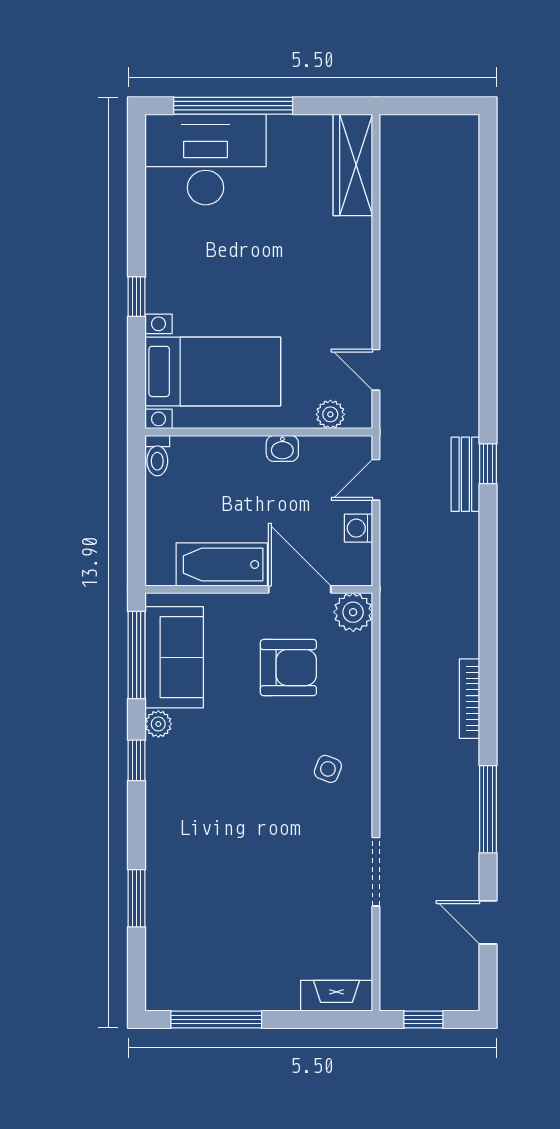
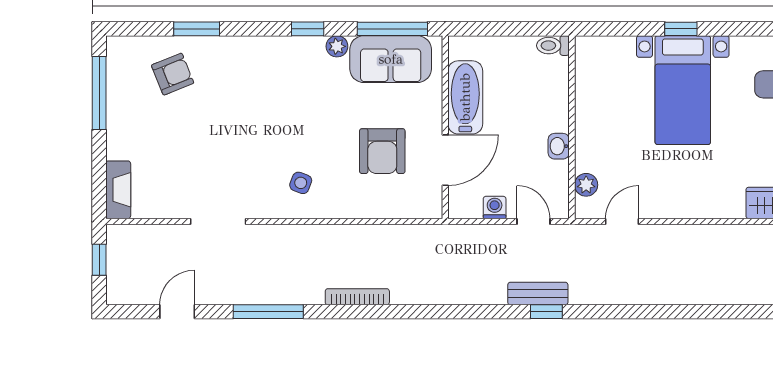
bed with nightstands: (213, 371) -> (683, 90), moved
plant: (353, 612) -> (427, 203), removed
armchair: (193, 928) -> (173, 74), added

